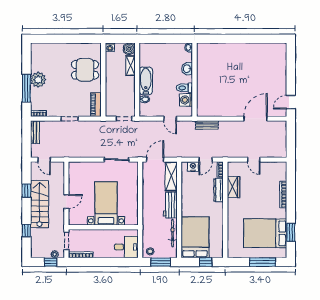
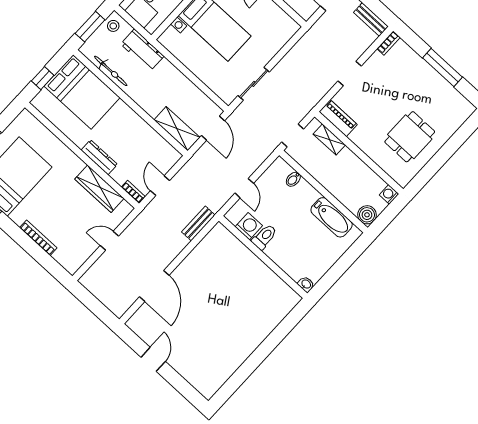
shelving: (131, 66) -> (329, 139), moved
washbasin: (187, 69) -> (283, 260), removed
dining table: (85, 70) -> (410, 137), moved
plant: (38, 80) -> (427, 78), removed
bathtub: (146, 81) -> (332, 217), moved
window: (26, 88) -> (443, 68), moved
door: (291, 102) -> (153, 359), moved
door: (170, 119) -> (244, 188), swing flipped
nightstand: (193, 167) -> (165, 164), removed
wardrobe: (233, 187) -> (99, 189), width x1.50
dresser: (219, 190) -> (99, 157), moved
workbench: (170, 205) -> (142, 50), moved, turned 180

